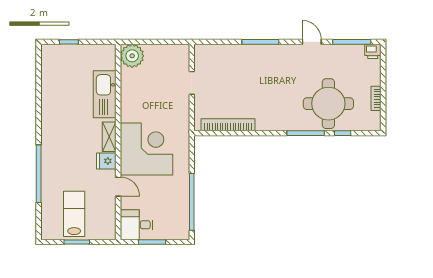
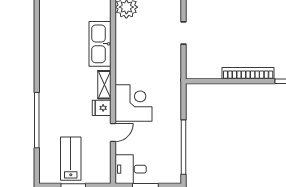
bookcase: (228, 125) -> (248, 73), moved
corner desk: (146, 149) -> (134, 103), width x0.74, depth x0.74
door: (118, 187) -> (113, 132), hinge flipped

